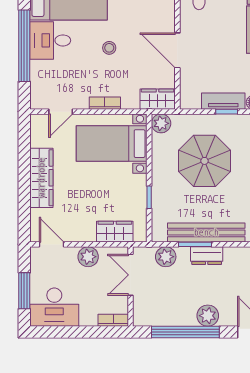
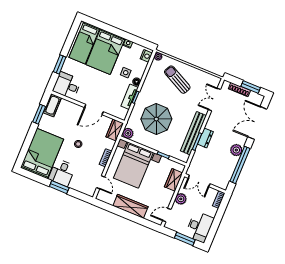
window: (24, 46) -> (59, 187), width x0.47
bed with nightstands: (112, 144) -> (133, 165), width x1.36
plant: (166, 257) -> (197, 159), removed

